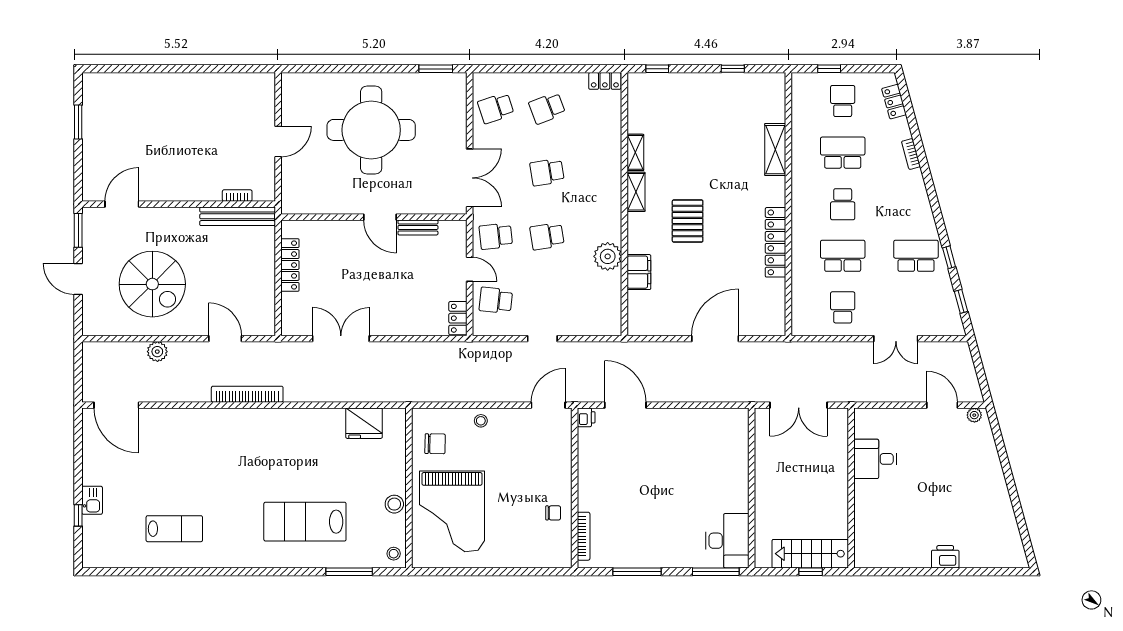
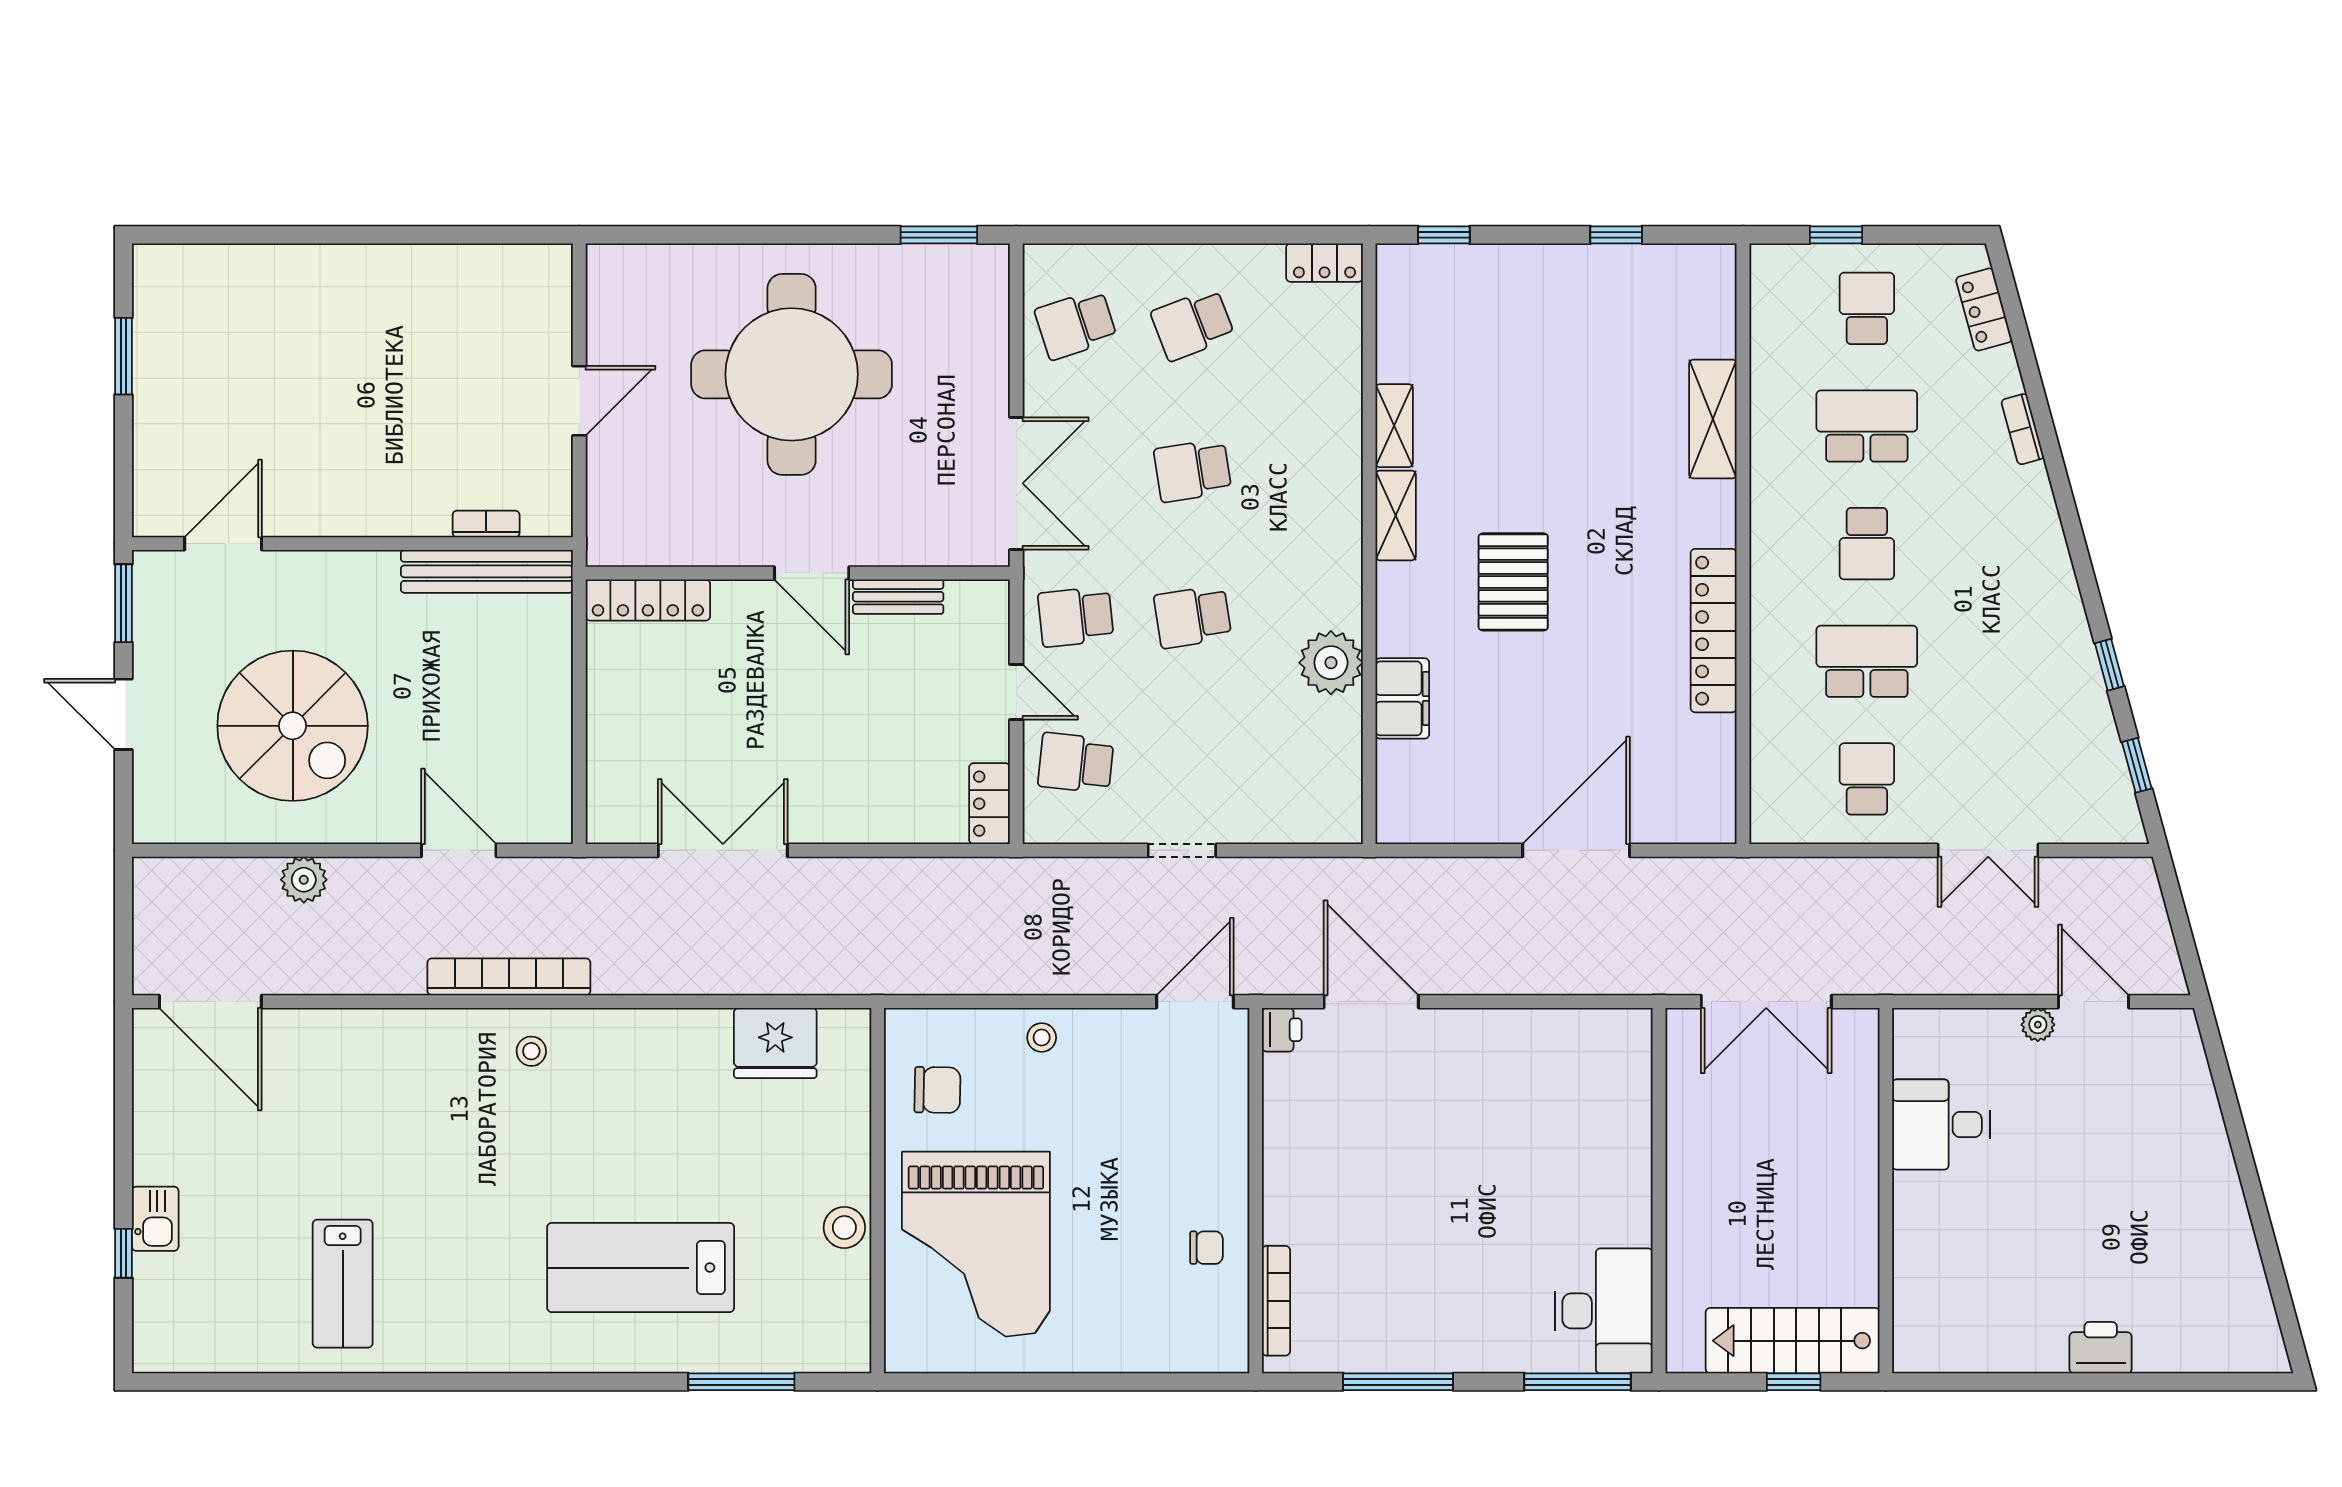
school desk: (916, 256) -> (2034, 661), removed
locker: (290, 265) -> (648, 600), moved, turned 90
plant: (974, 415) -> (2038, 1025), moved
lab bench: (174, 529) -> (343, 1284), turned 90
stool: (394, 554) -> (531, 1051), moved

